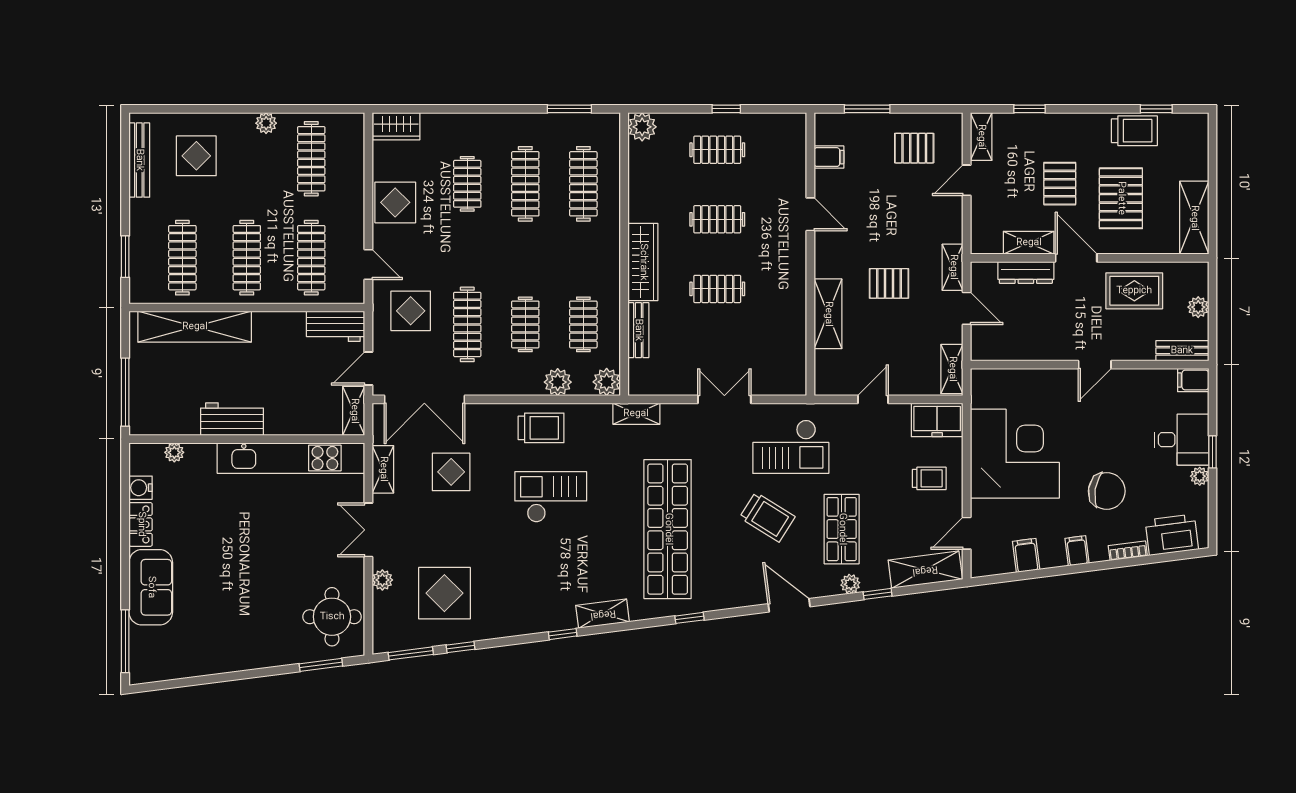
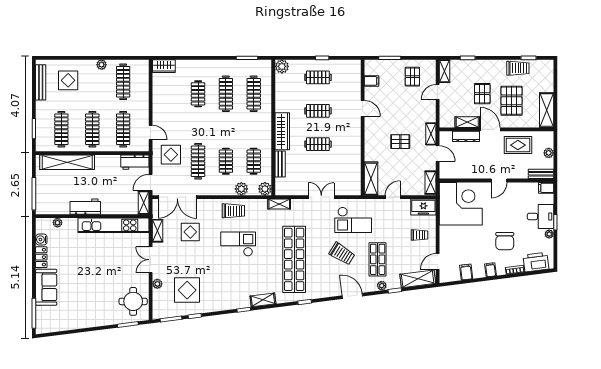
pallet: (914, 148) -> (412, 77), turned 90
display table: (395, 202) -> (163, 103), removed
shelving: (828, 314) -> (371, 179), moved
corner desk: (1015, 454) -> (461, 204), moved
chair: (1107, 491) -> (505, 241), turned 81

